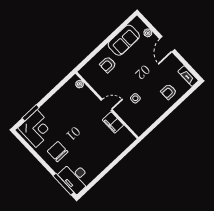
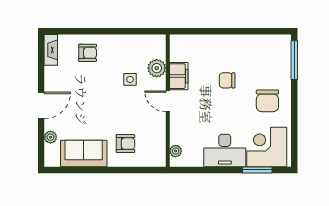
plant: (127, 116) -> (157, 68), added
chair: (87, 143) -> (227, 80), added
desk: (75, 177) -> (225, 150), moved, turned 90

